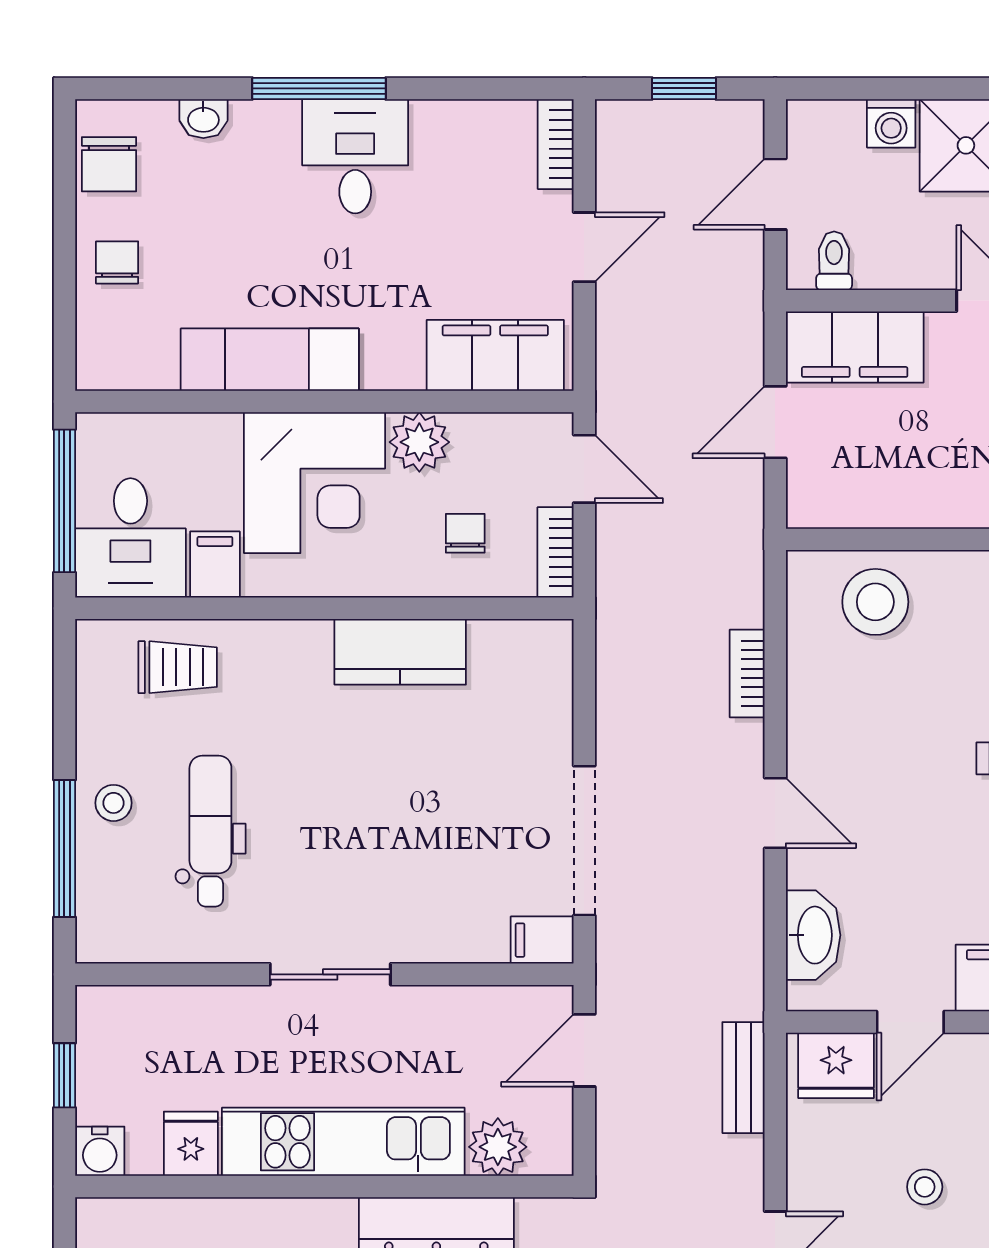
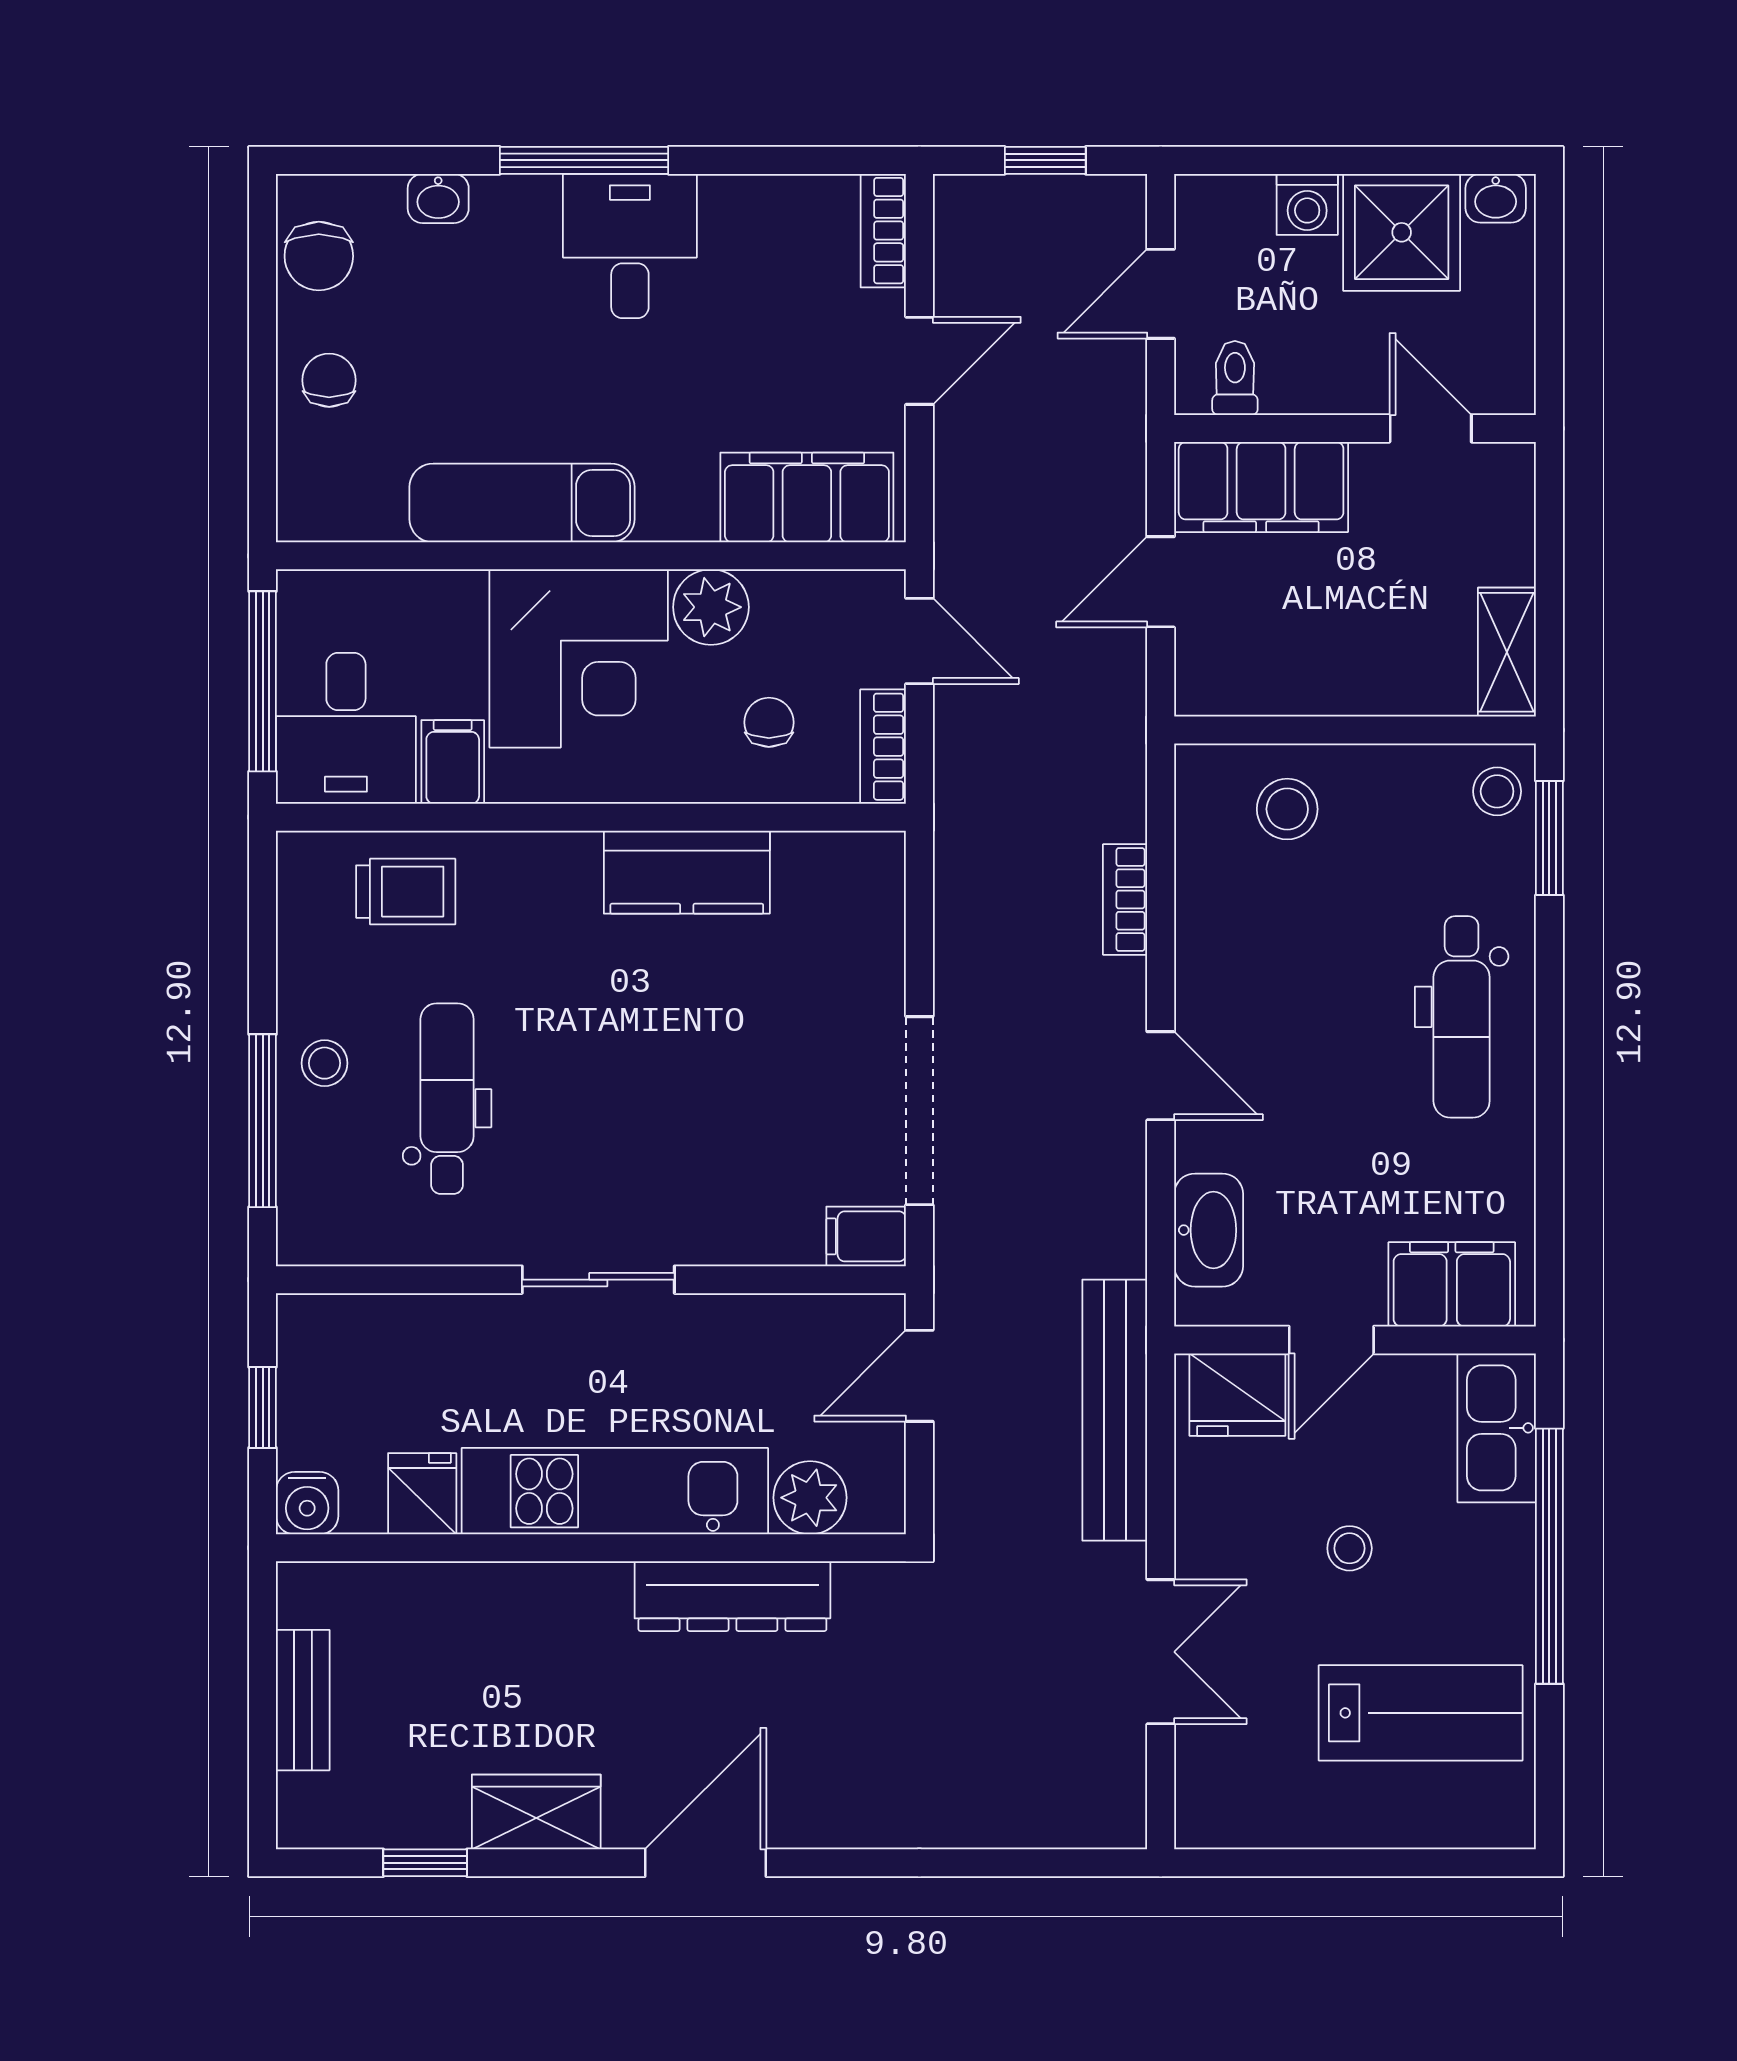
stool: (875, 602) -> (1287, 809), width x0.73, depth x0.73
bench: (743, 1078) -> (1115, 1410), width x1.86, depth x1.21

